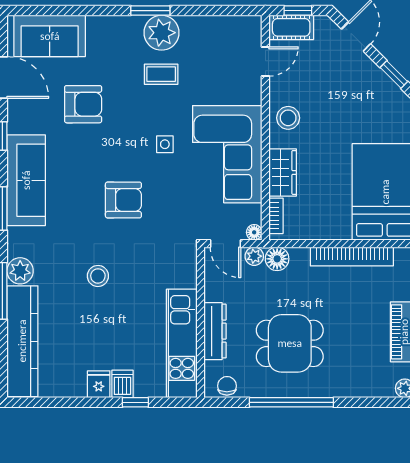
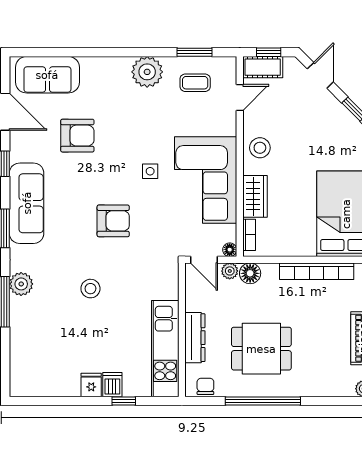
window: (150, 11) -> (195, 52), moved
coffee table: (161, 74) -> (195, 83), moved
kitchen counter: (22, 341) -> (23, 347), removed

